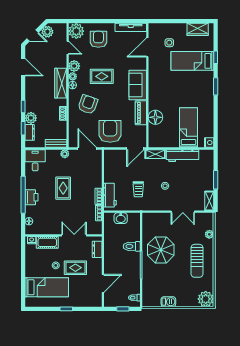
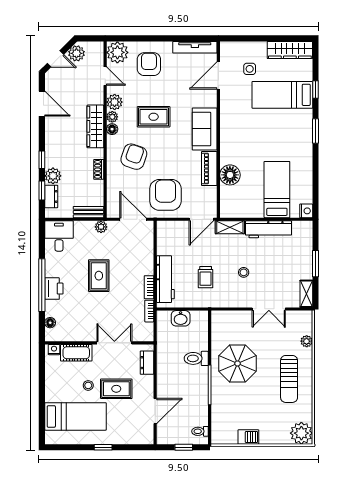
wardrobe: (198, 29) -> (290, 50), width x1.50
workbench: (110, 195) -> (165, 279), width x1.38

